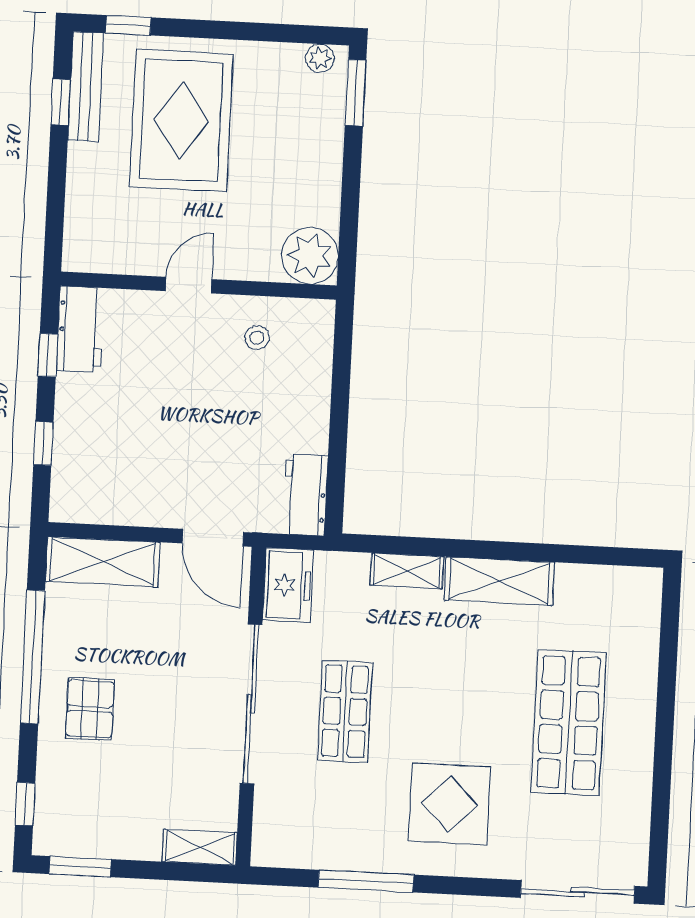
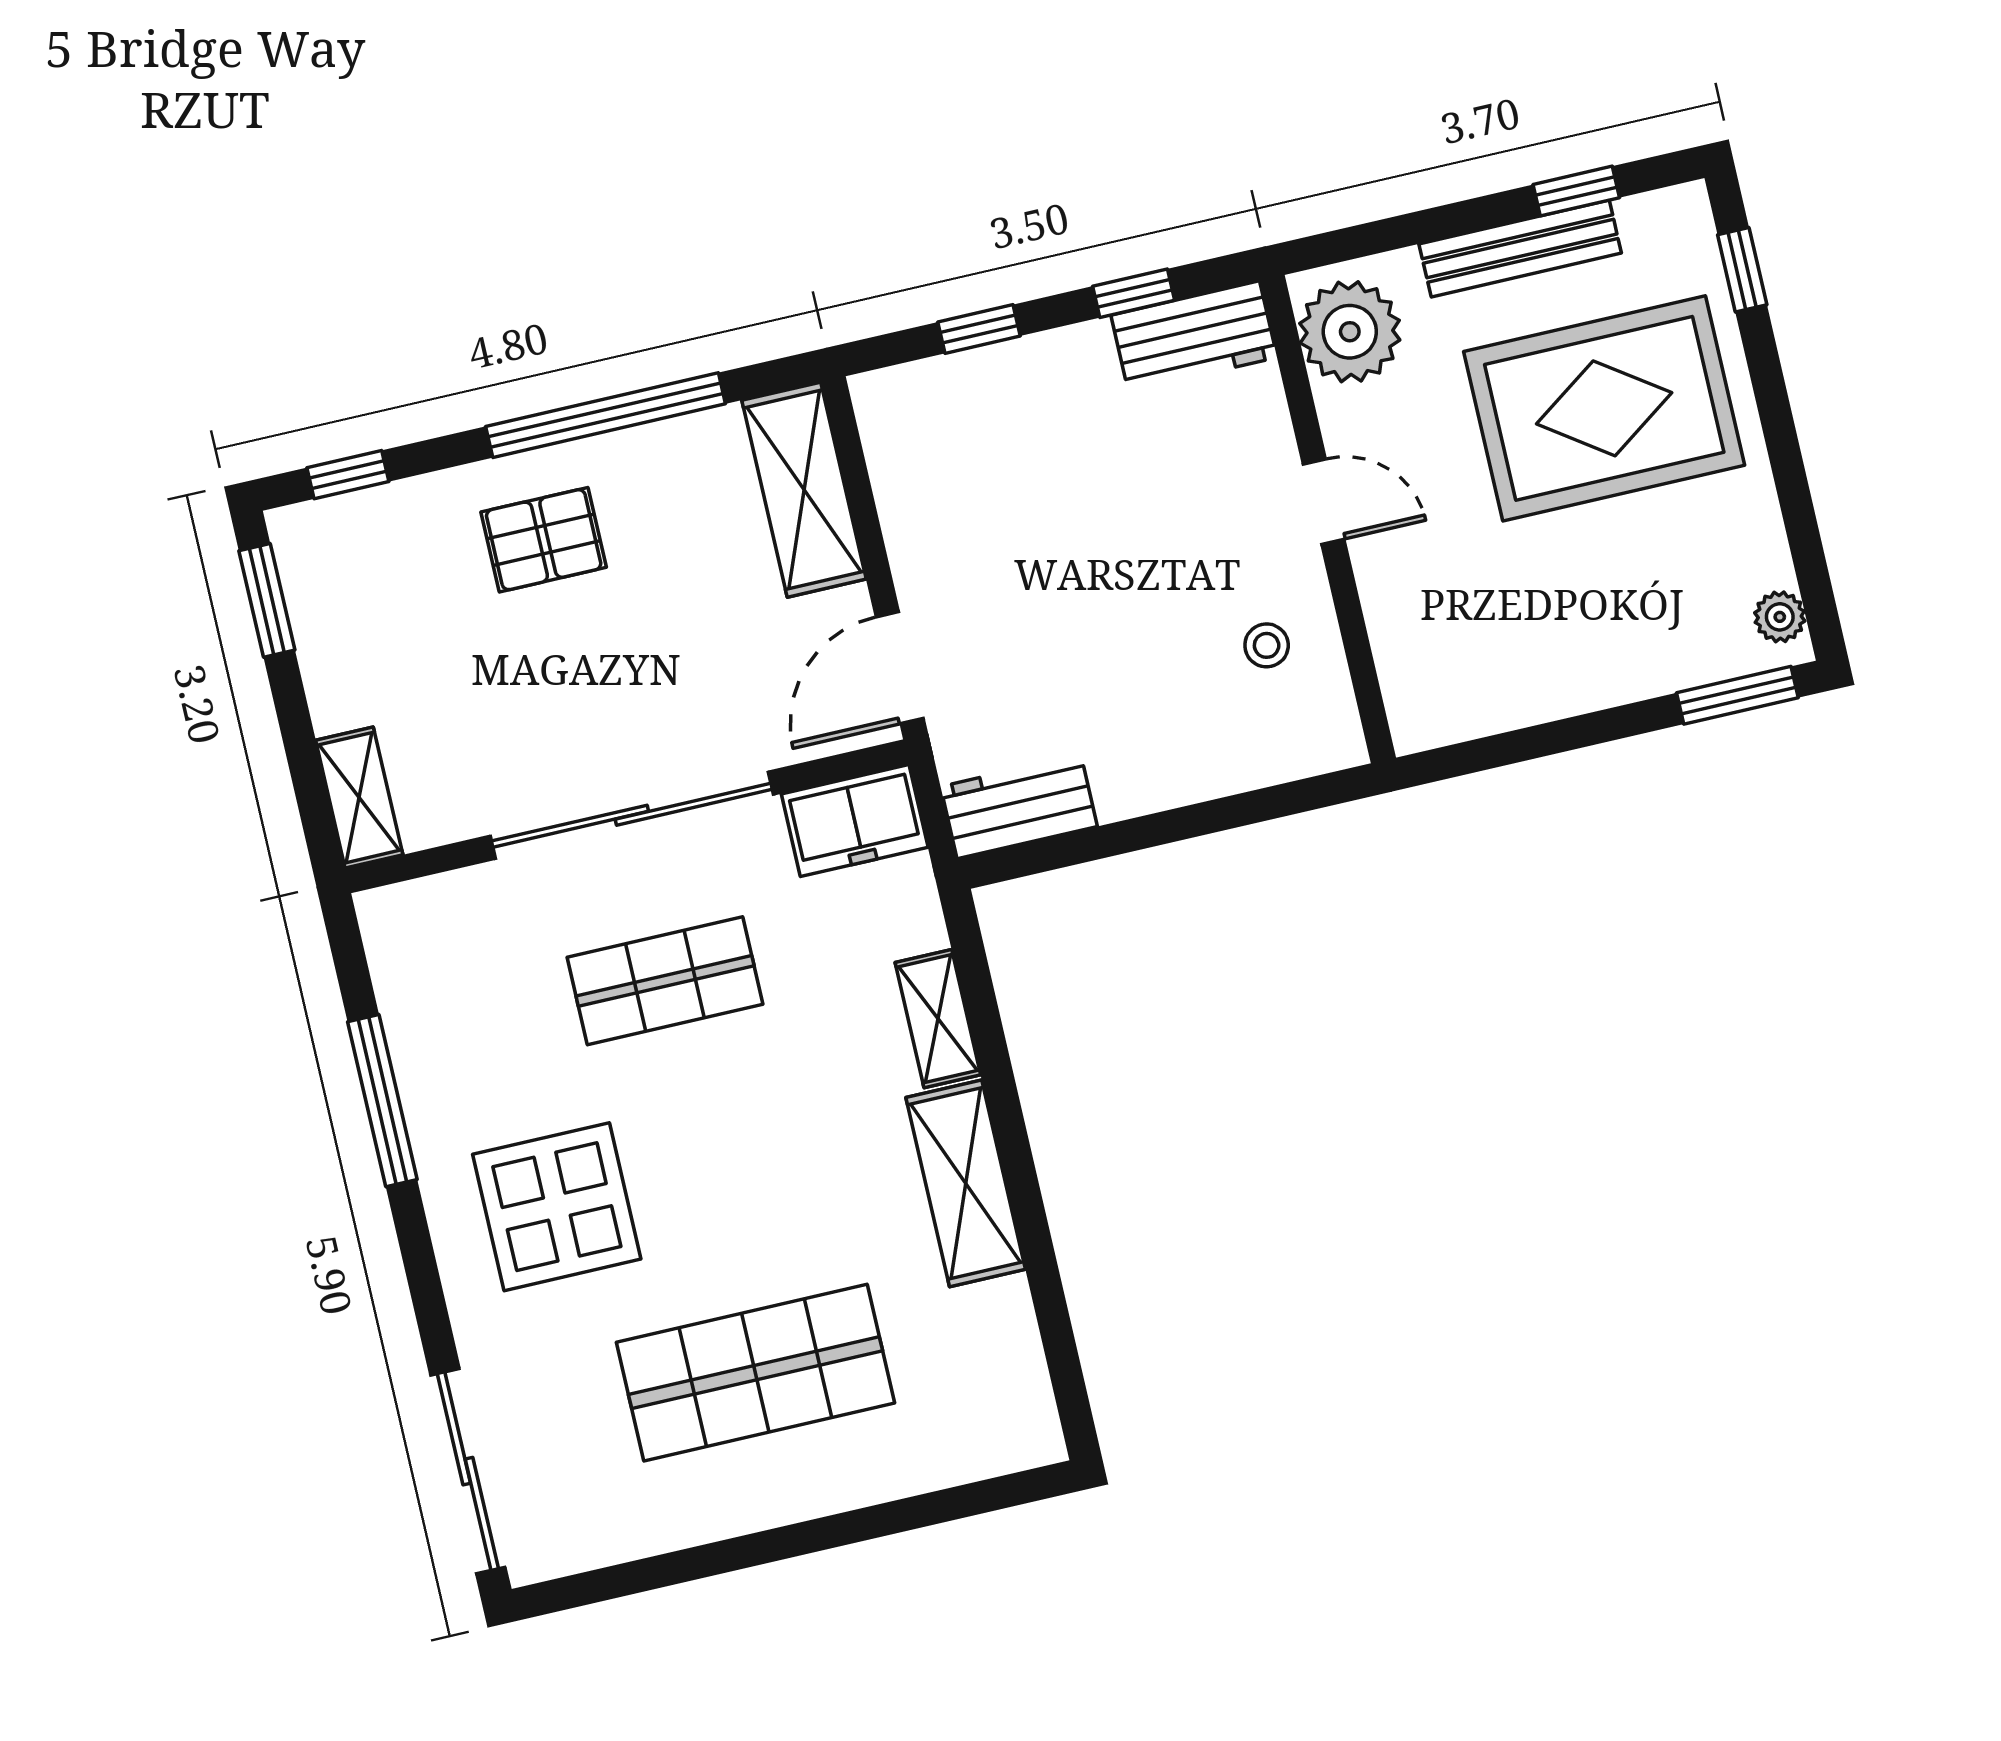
bench: (86, 87) -> (1520, 249), moved
plant: (310, 256) -> (1350, 332), moved

